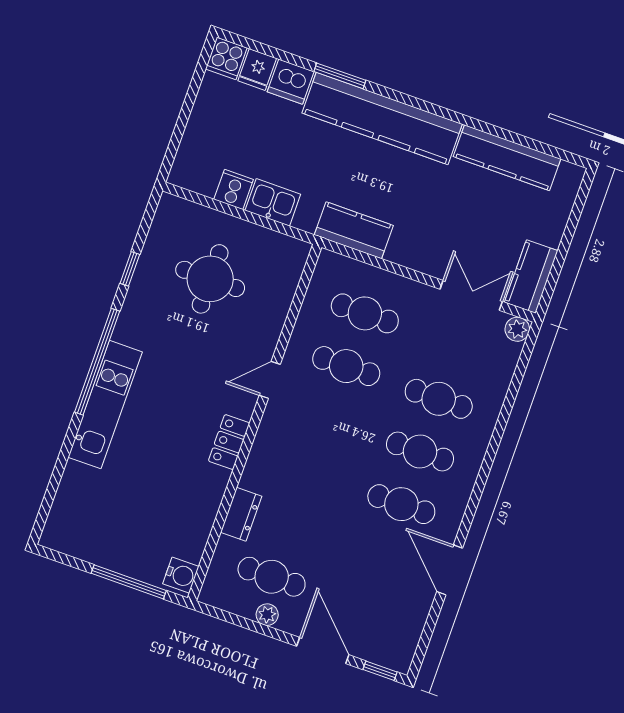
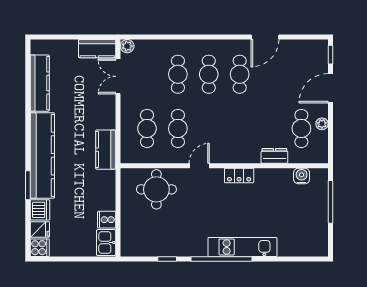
kitchen sink: (273, 202) -> (106, 243), moved
round table: (210, 279) -> (156, 189), moved
door: (270, 380) -> (199, 166), swing flipped
water cooler: (181, 575) -> (302, 176), moved

